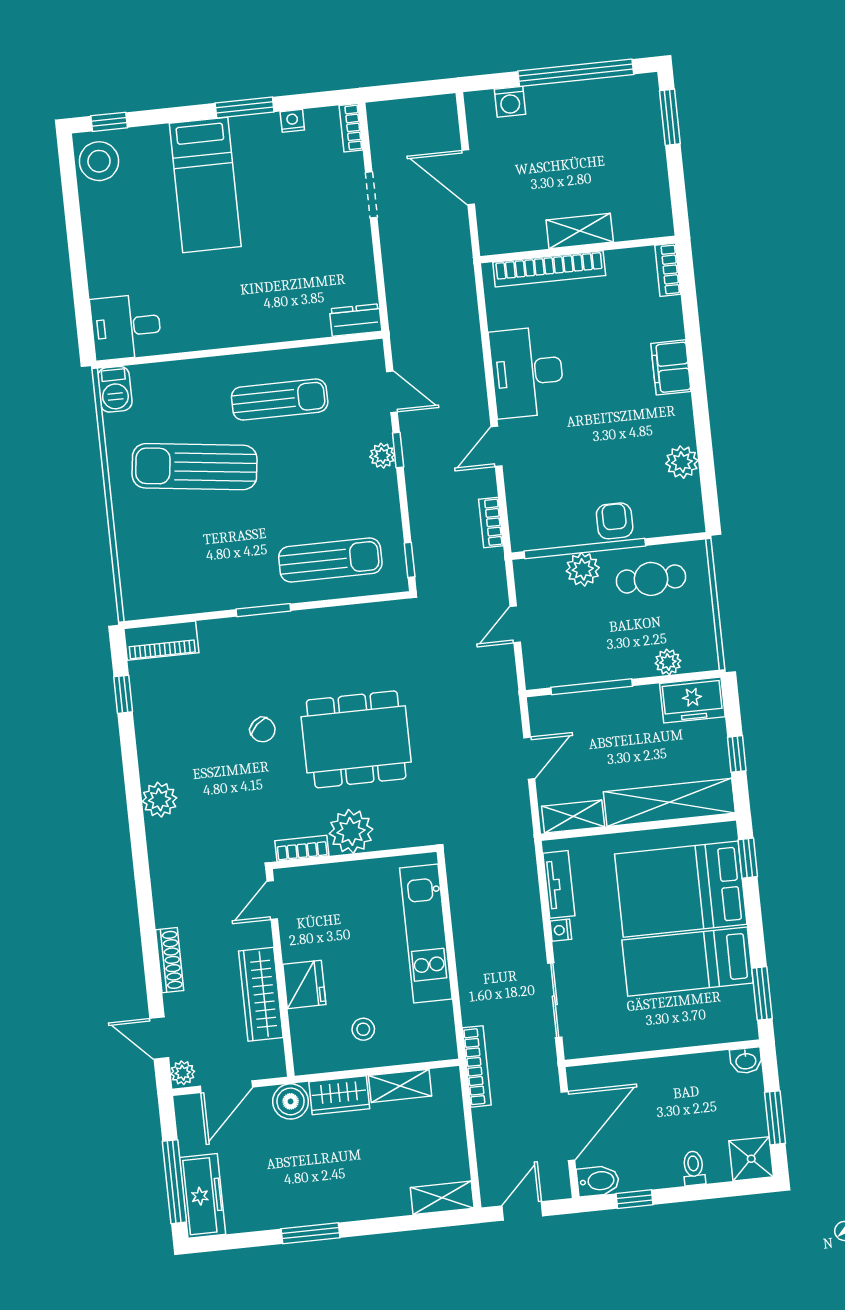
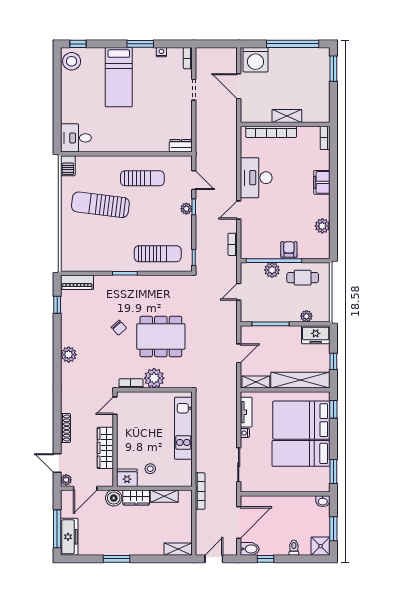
washing machine: (510, 102) -> (256, 60), width x1.89, depth x1.89
fridge: (304, 984) -> (127, 478), moved, turned -90

